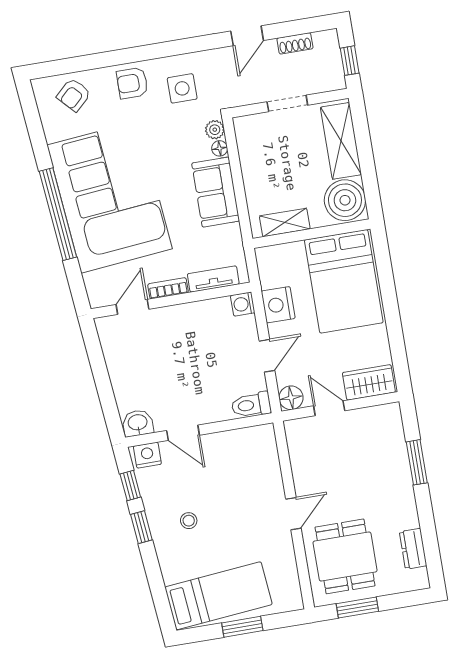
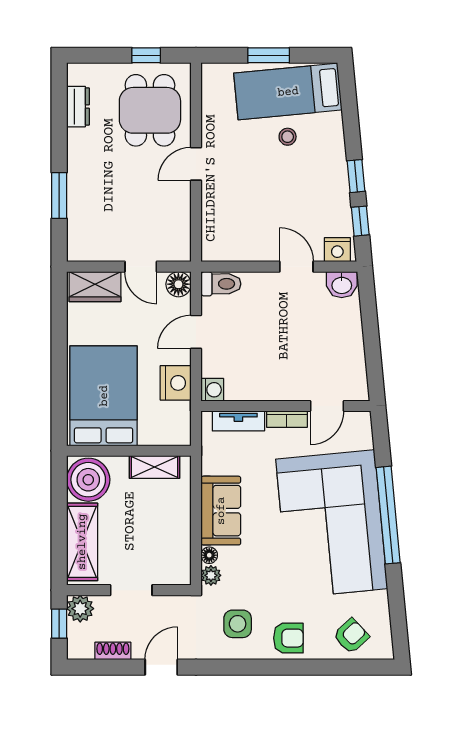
plant: (332, 78) -> (80, 609), added
stool: (189, 521) -> (288, 137), moved
window: (357, 608) -> (146, 55), width x0.67

